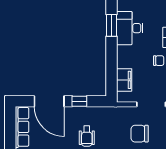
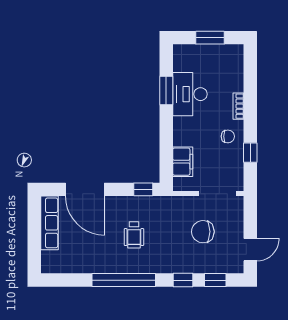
window: (79, 101) -> (143, 189), moved

